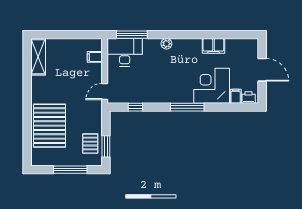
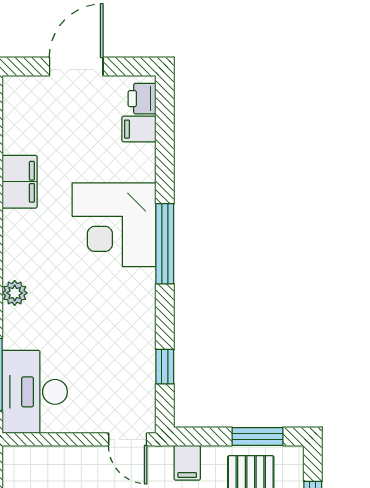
filing cabinet: (95, 57) -> (187, 463), moved
corner desk: (212, 86) -> (114, 225), moved

